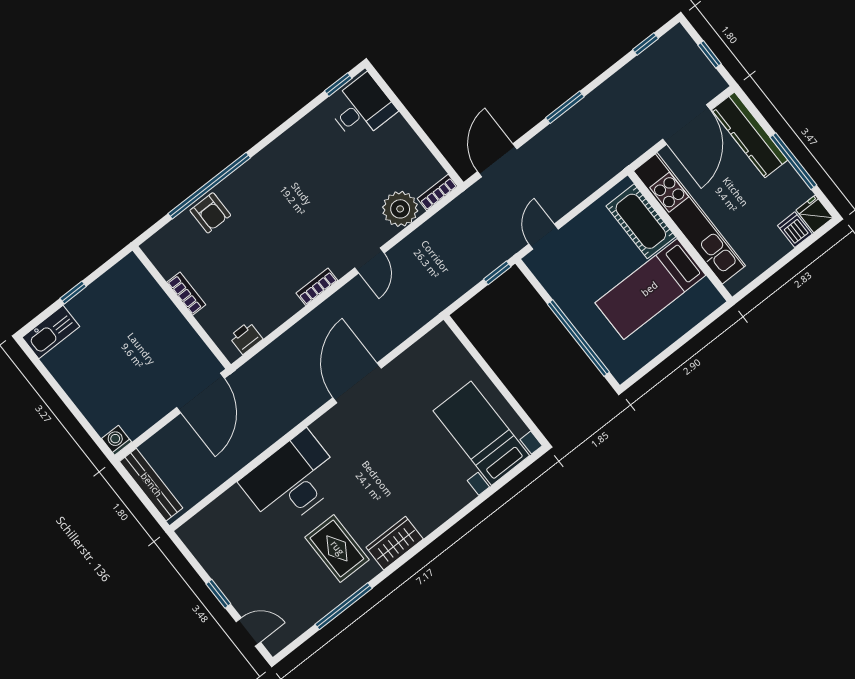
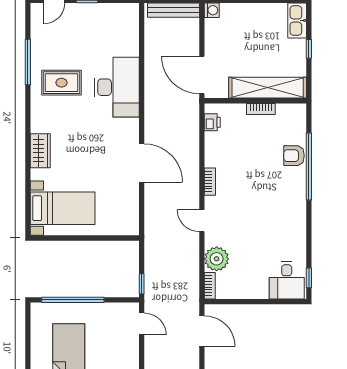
shelving: (156, 305) -> (268, 88), added
wardrobe: (395, 543) -> (40, 151), moved

